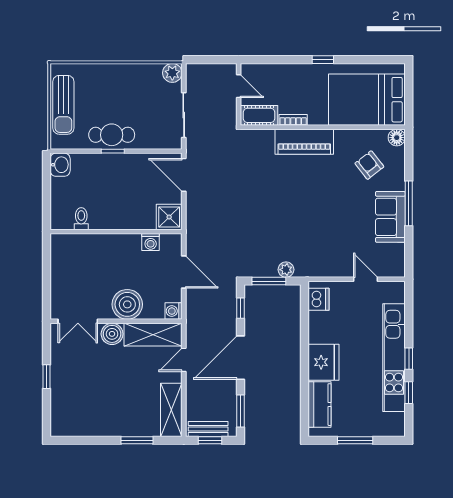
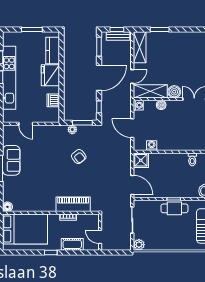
cot: (259, 115) -> (72, 244), moved
piano: (304, 142) -> (73, 204), moved
armchair: (369, 165) -> (79, 157), moved
dishwasher: (319, 299) -> (53, 100), moved
boiler: (127, 304) -> (161, 105), width x0.54, depth x0.54

